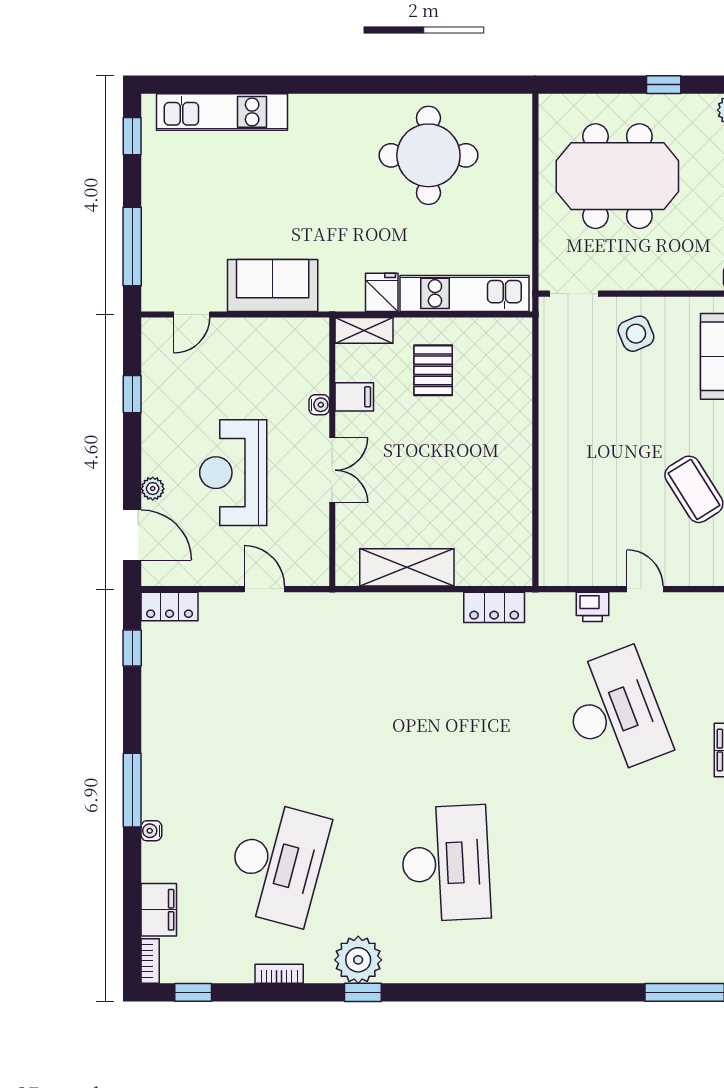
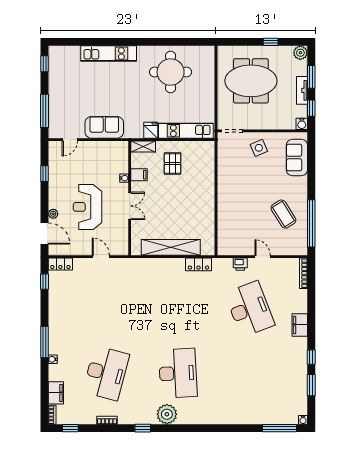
kitchen unit: (222, 112) -> (109, 54), moved
shelving: (407, 567) -> (171, 247), width x1.47
plant: (358, 960) -> (167, 414), moved

